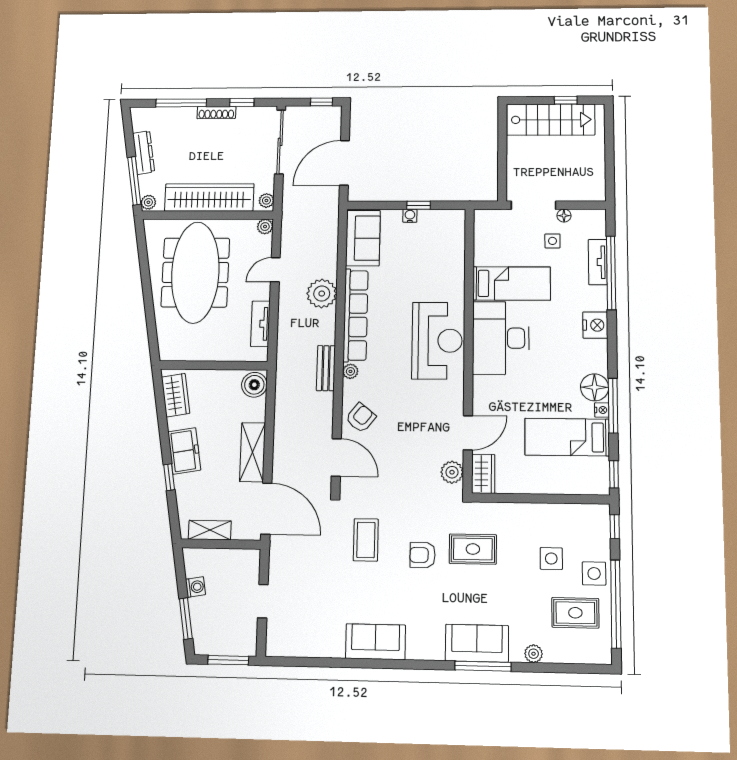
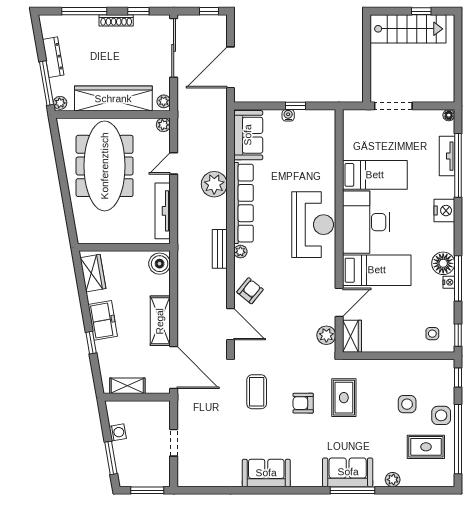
floor lamp: (564, 216) -> (449, 115), moved
side table: (552, 241) -> (432, 334), moved
tv unit: (260, 324) -> (163, 211), width x1.41
bed: (567, 437) -> (377, 270), moved, turned 180
rug: (473, 549) -> (344, 398), turned 90

